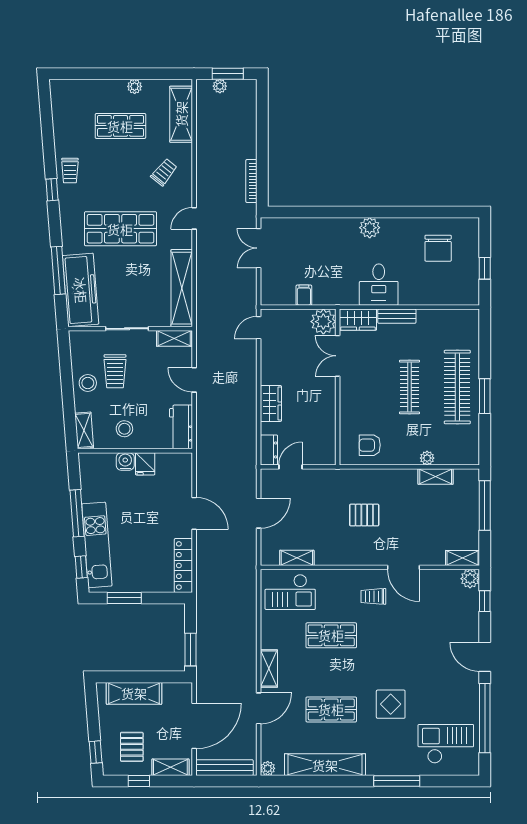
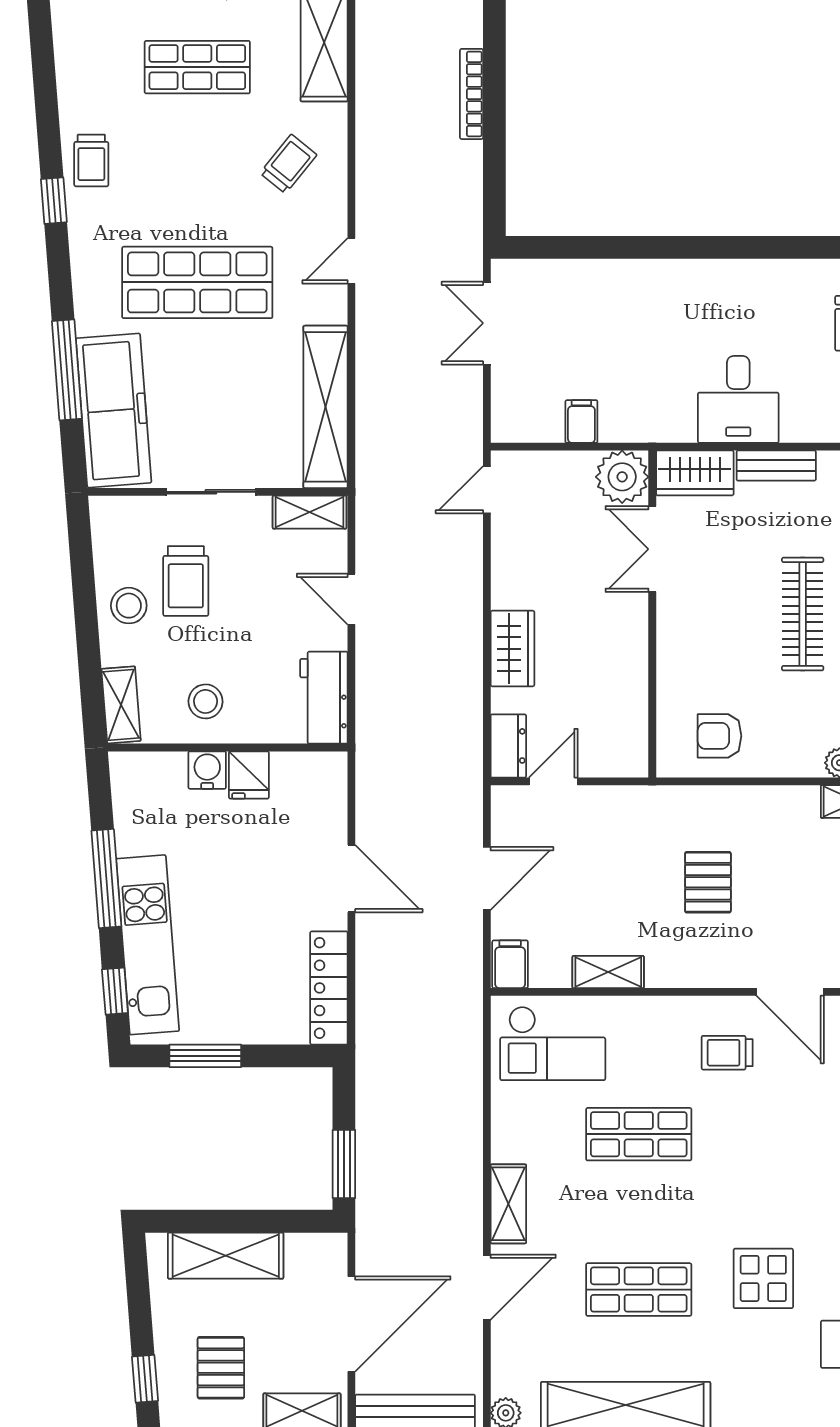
bookcase: (251, 181) -> (472, 94), moved
plant: (370, 228) -> (719, 280), removed
pallet: (364, 515) -> (708, 882), turned 90
filing cabinet: (270, 554) -> (510, 964), added
shelving: (297, 558) -> (608, 972), moved

